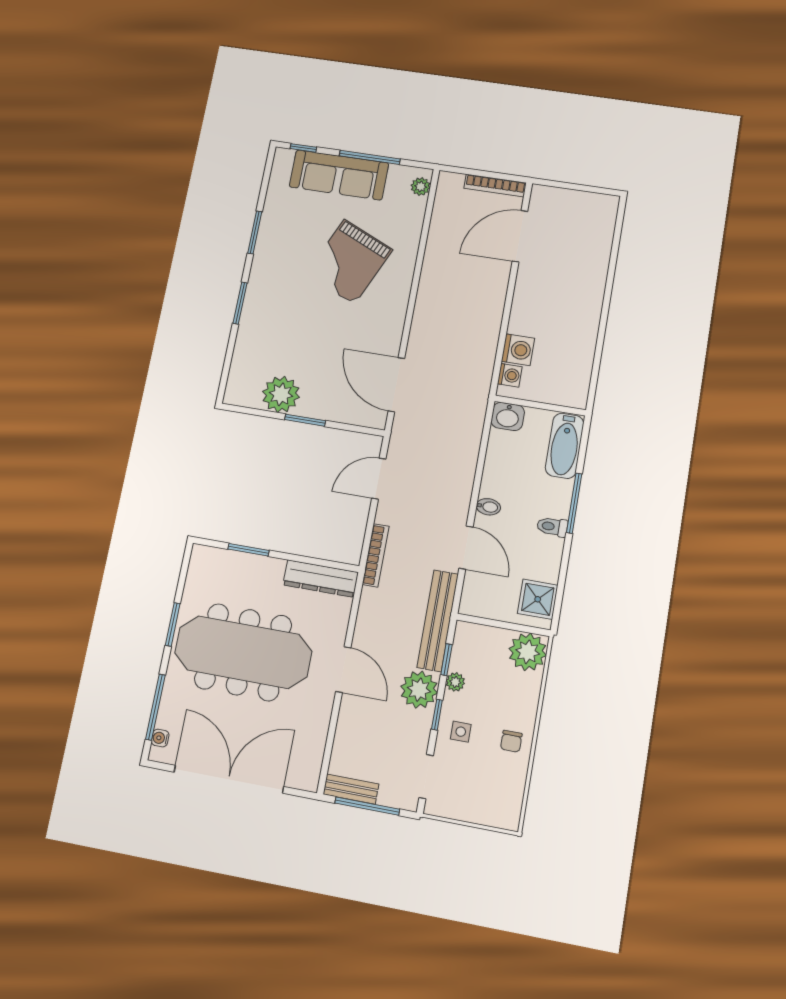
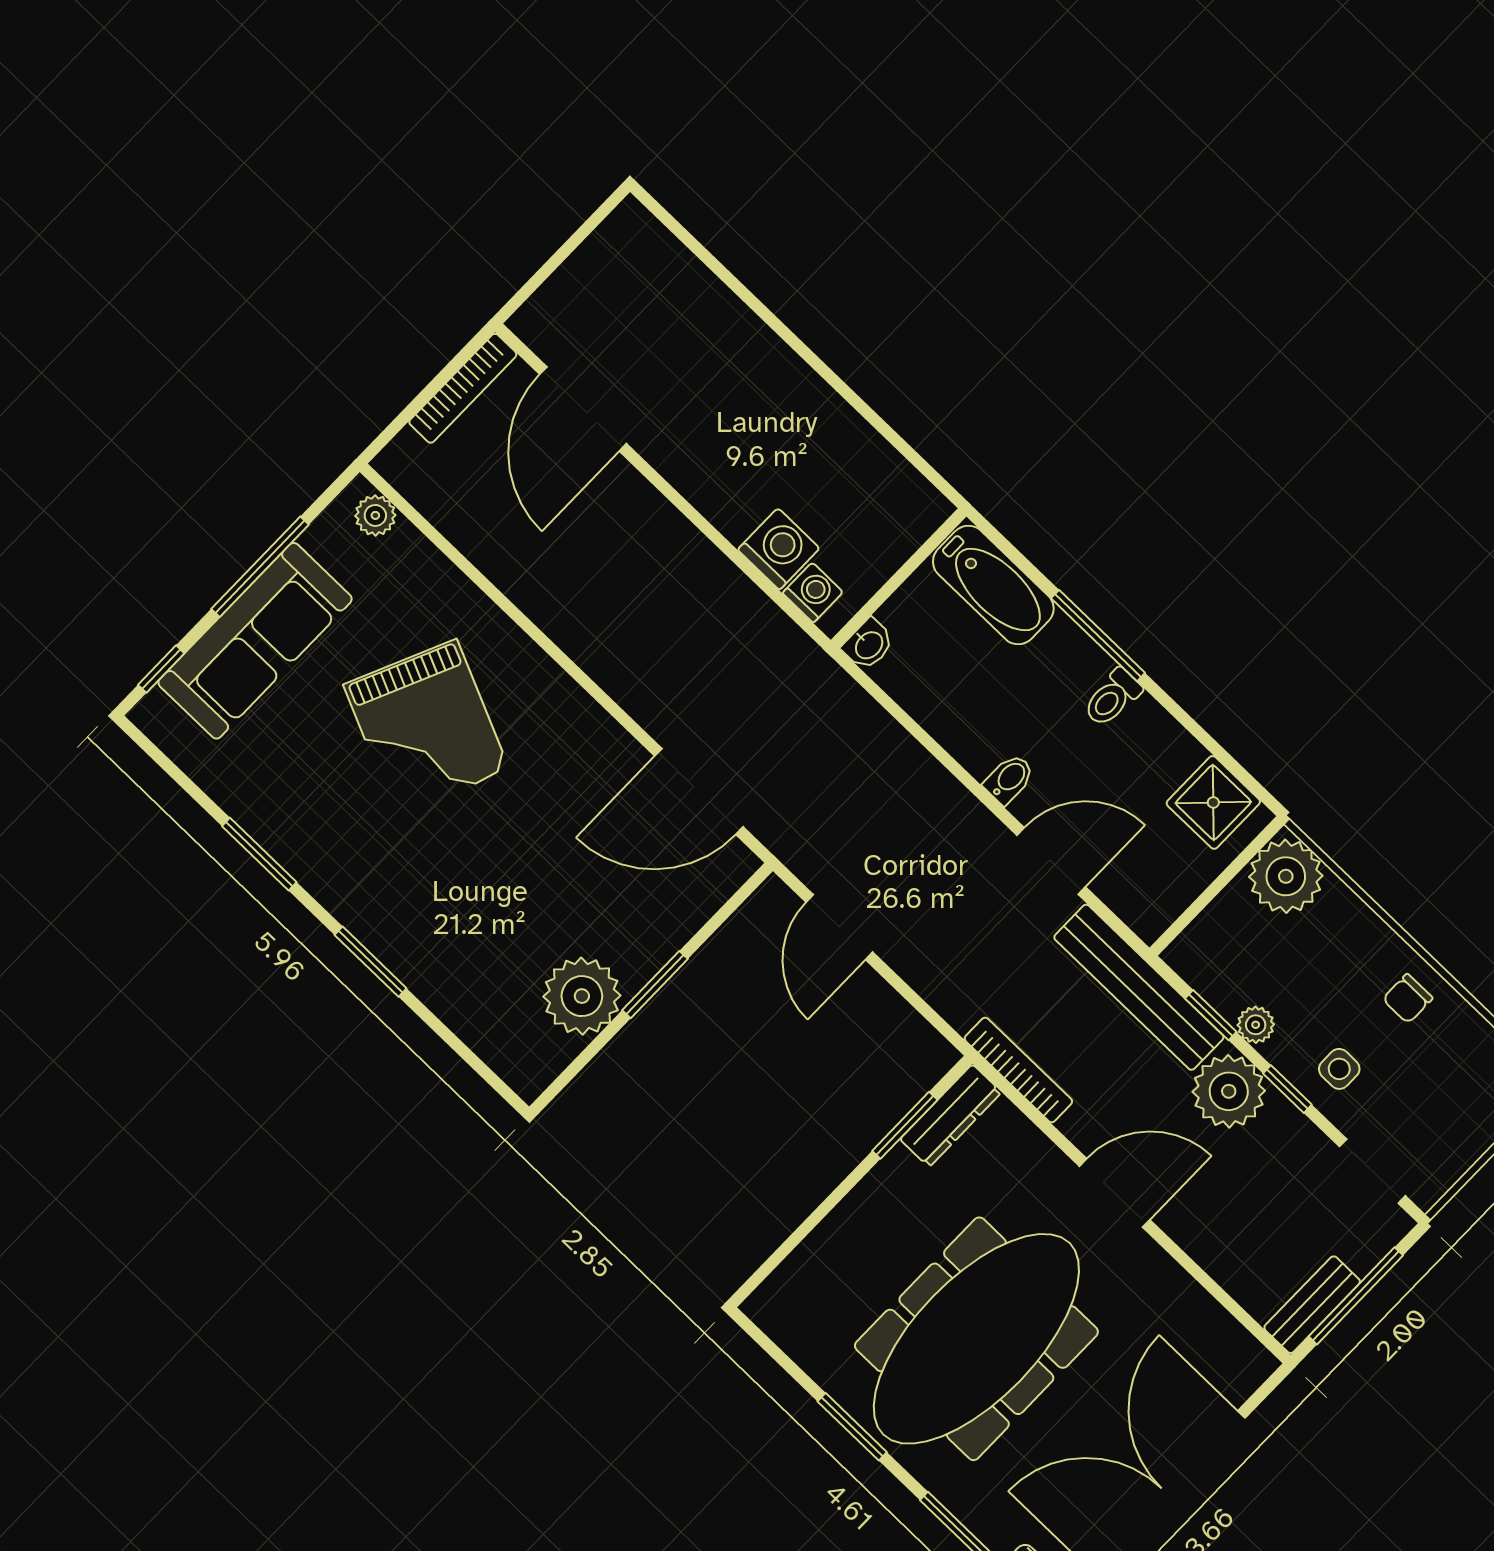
washbasin: (508, 416) -> (868, 645), width x0.72, depth x0.69
window: (248, 550) -> (905, 1125), moved
bookcase: (376, 555) -> (1018, 1070), moved
dresser: (321, 579) -> (951, 1116), width x0.73, depth x0.80
chair: (511, 741) -> (1408, 999), turned 90

